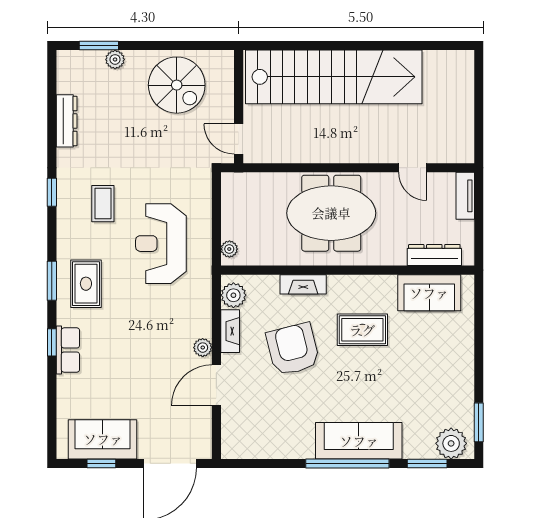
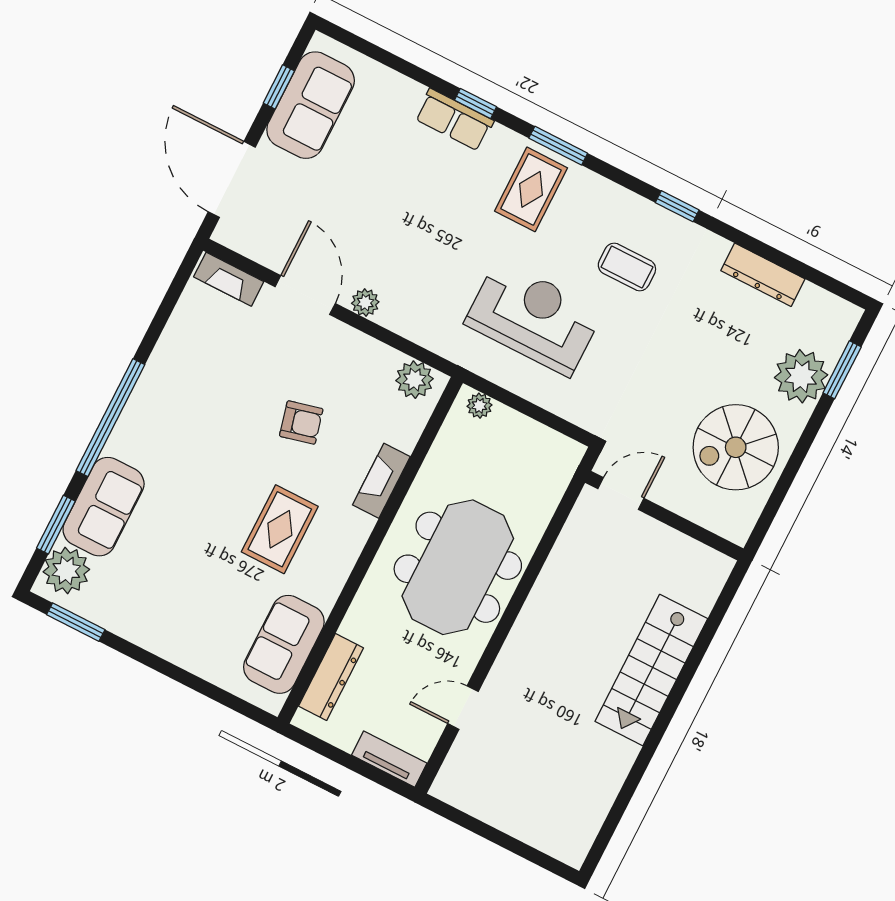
plant: (115, 59) -> (801, 376), width x1.88, depth x1.88
stairs: (334, 77) -> (651, 670), width x0.54, depth x0.66
rug: (86, 284) -> (531, 189), turned 90
fireplace: (230, 331) -> (229, 279), moved
armchair: (293, 349) -> (301, 422), width x0.53, depth x0.53
sofa: (359, 441) -> (104, 507), moved, width x0.73

